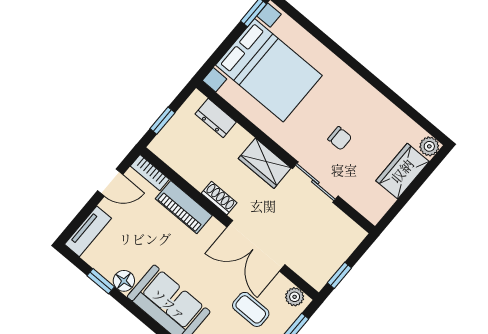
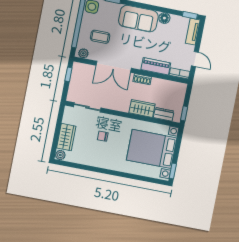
window: (162, 121) -> (184, 113), moved
wardrobe: (265, 163) -> (142, 108), moved
sliding door: (315, 182) -> (87, 107), moved
door: (110, 183) -> (195, 59), swing flipped
double door: (256, 246) -> (114, 67), swing flipped
window: (101, 281) -> (190, 15), moved

